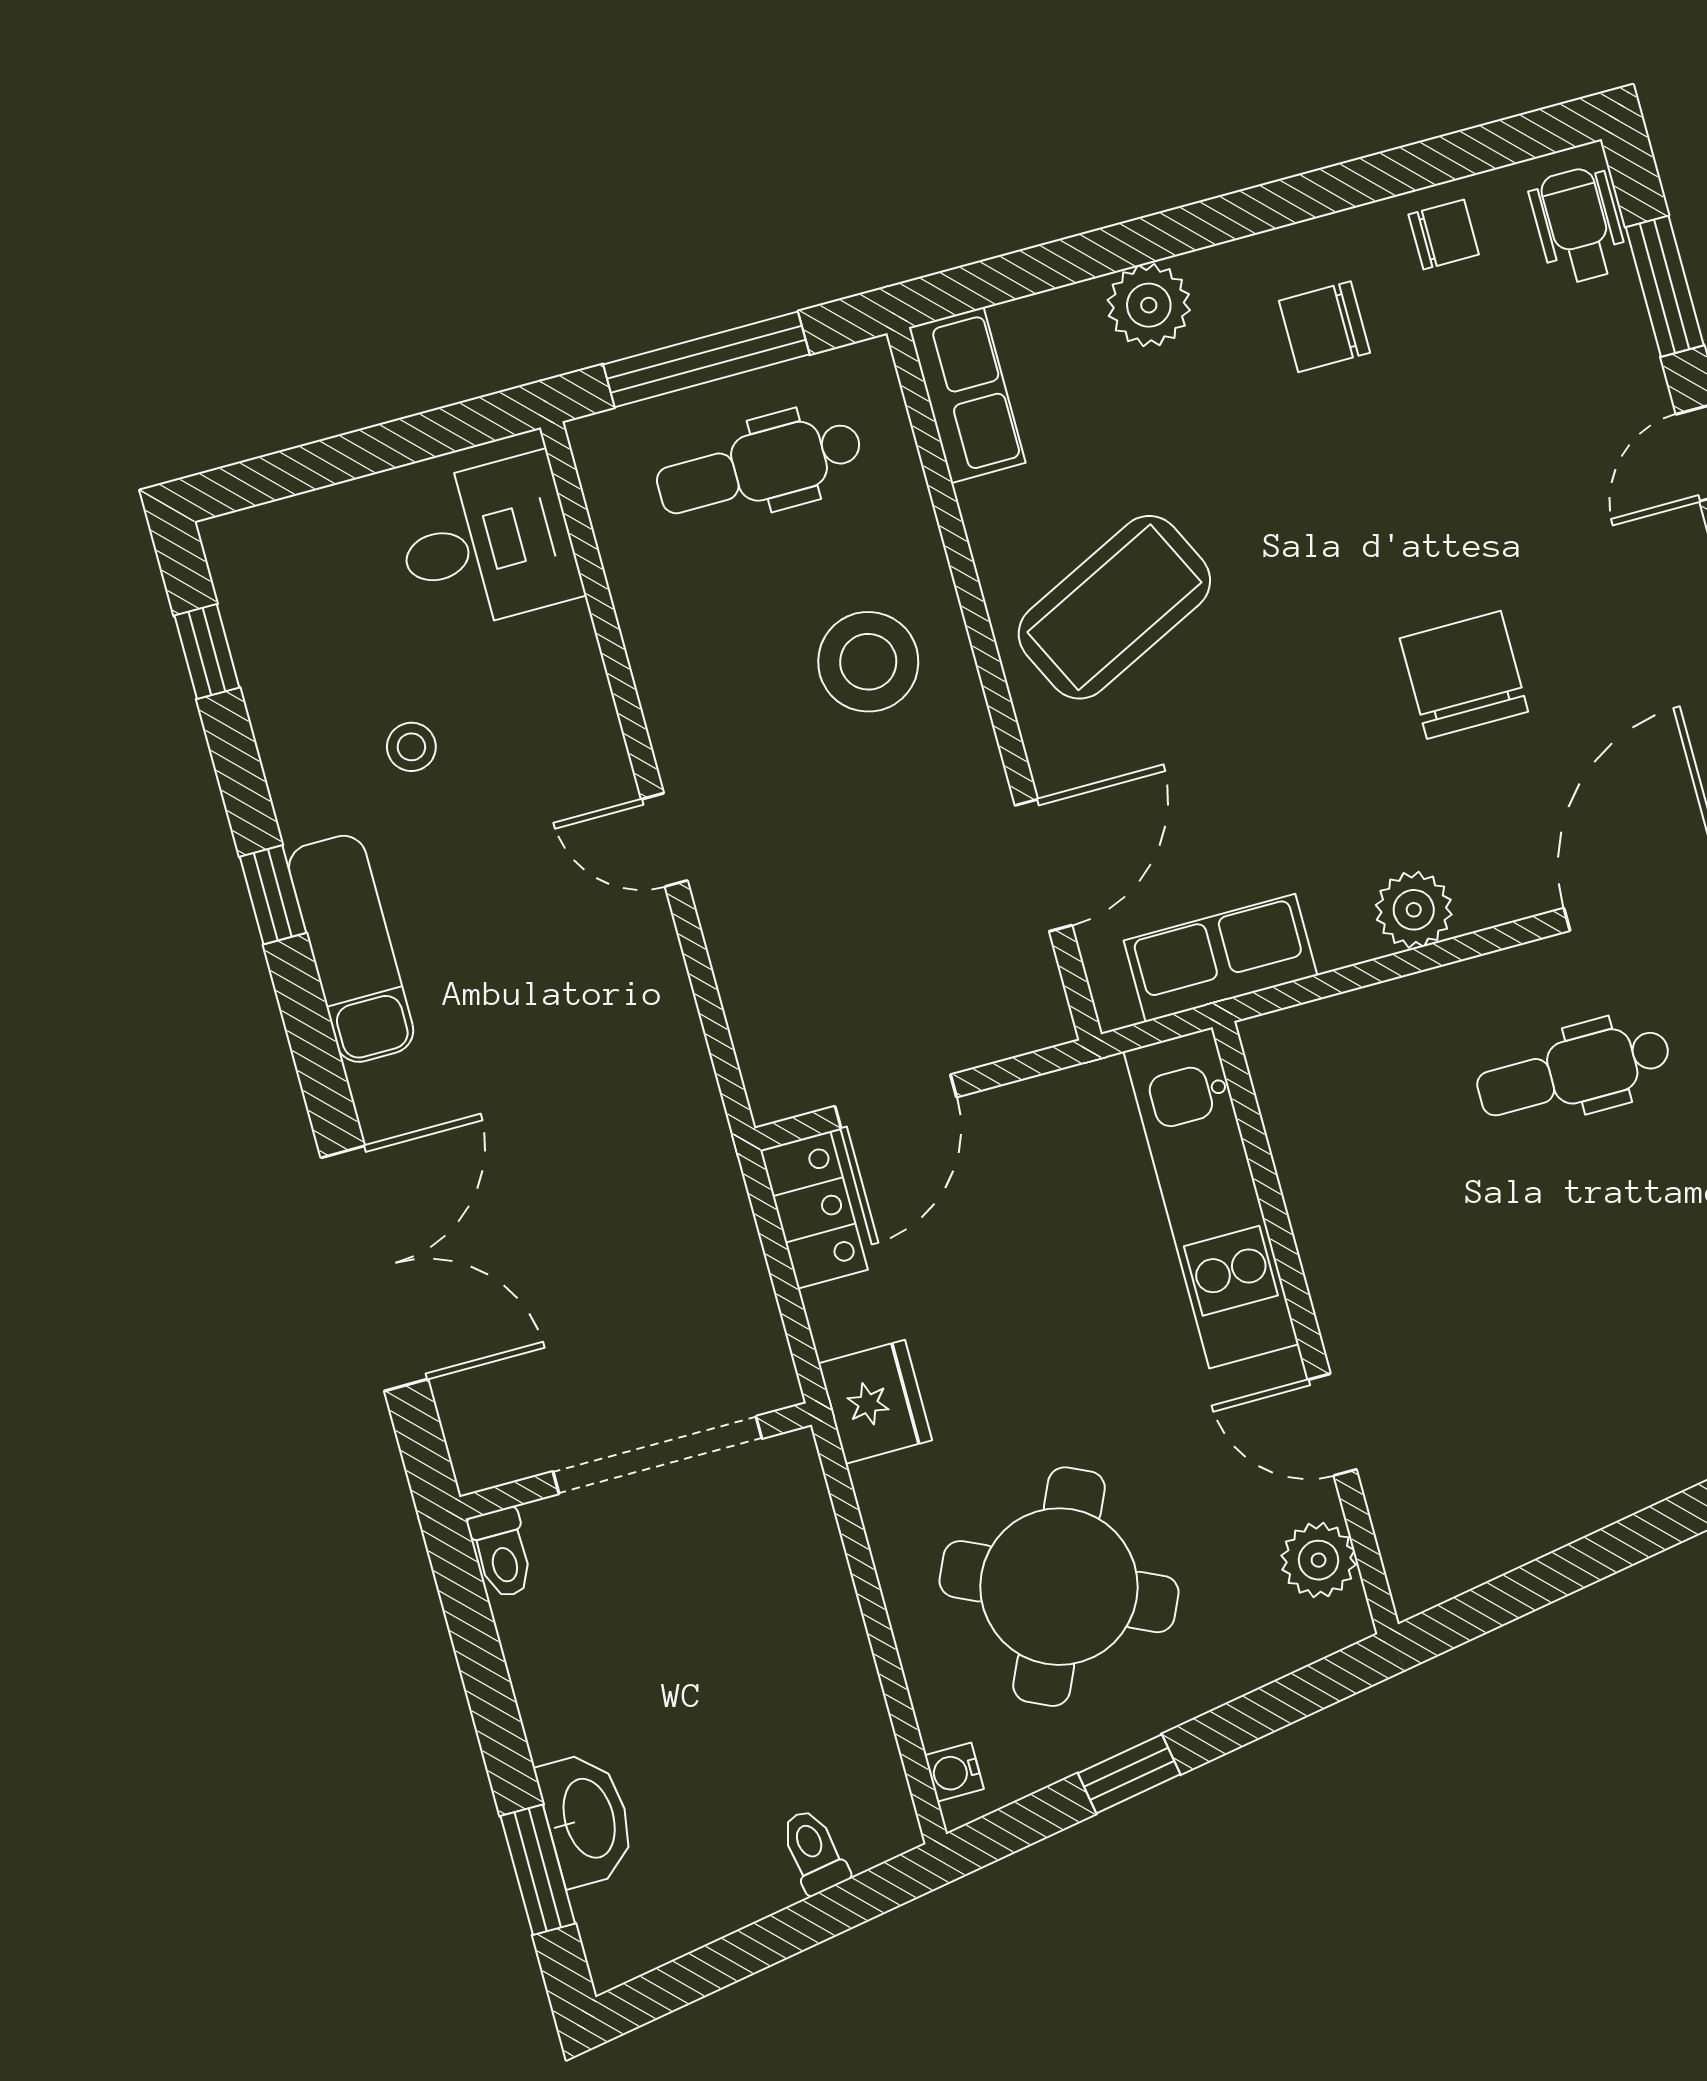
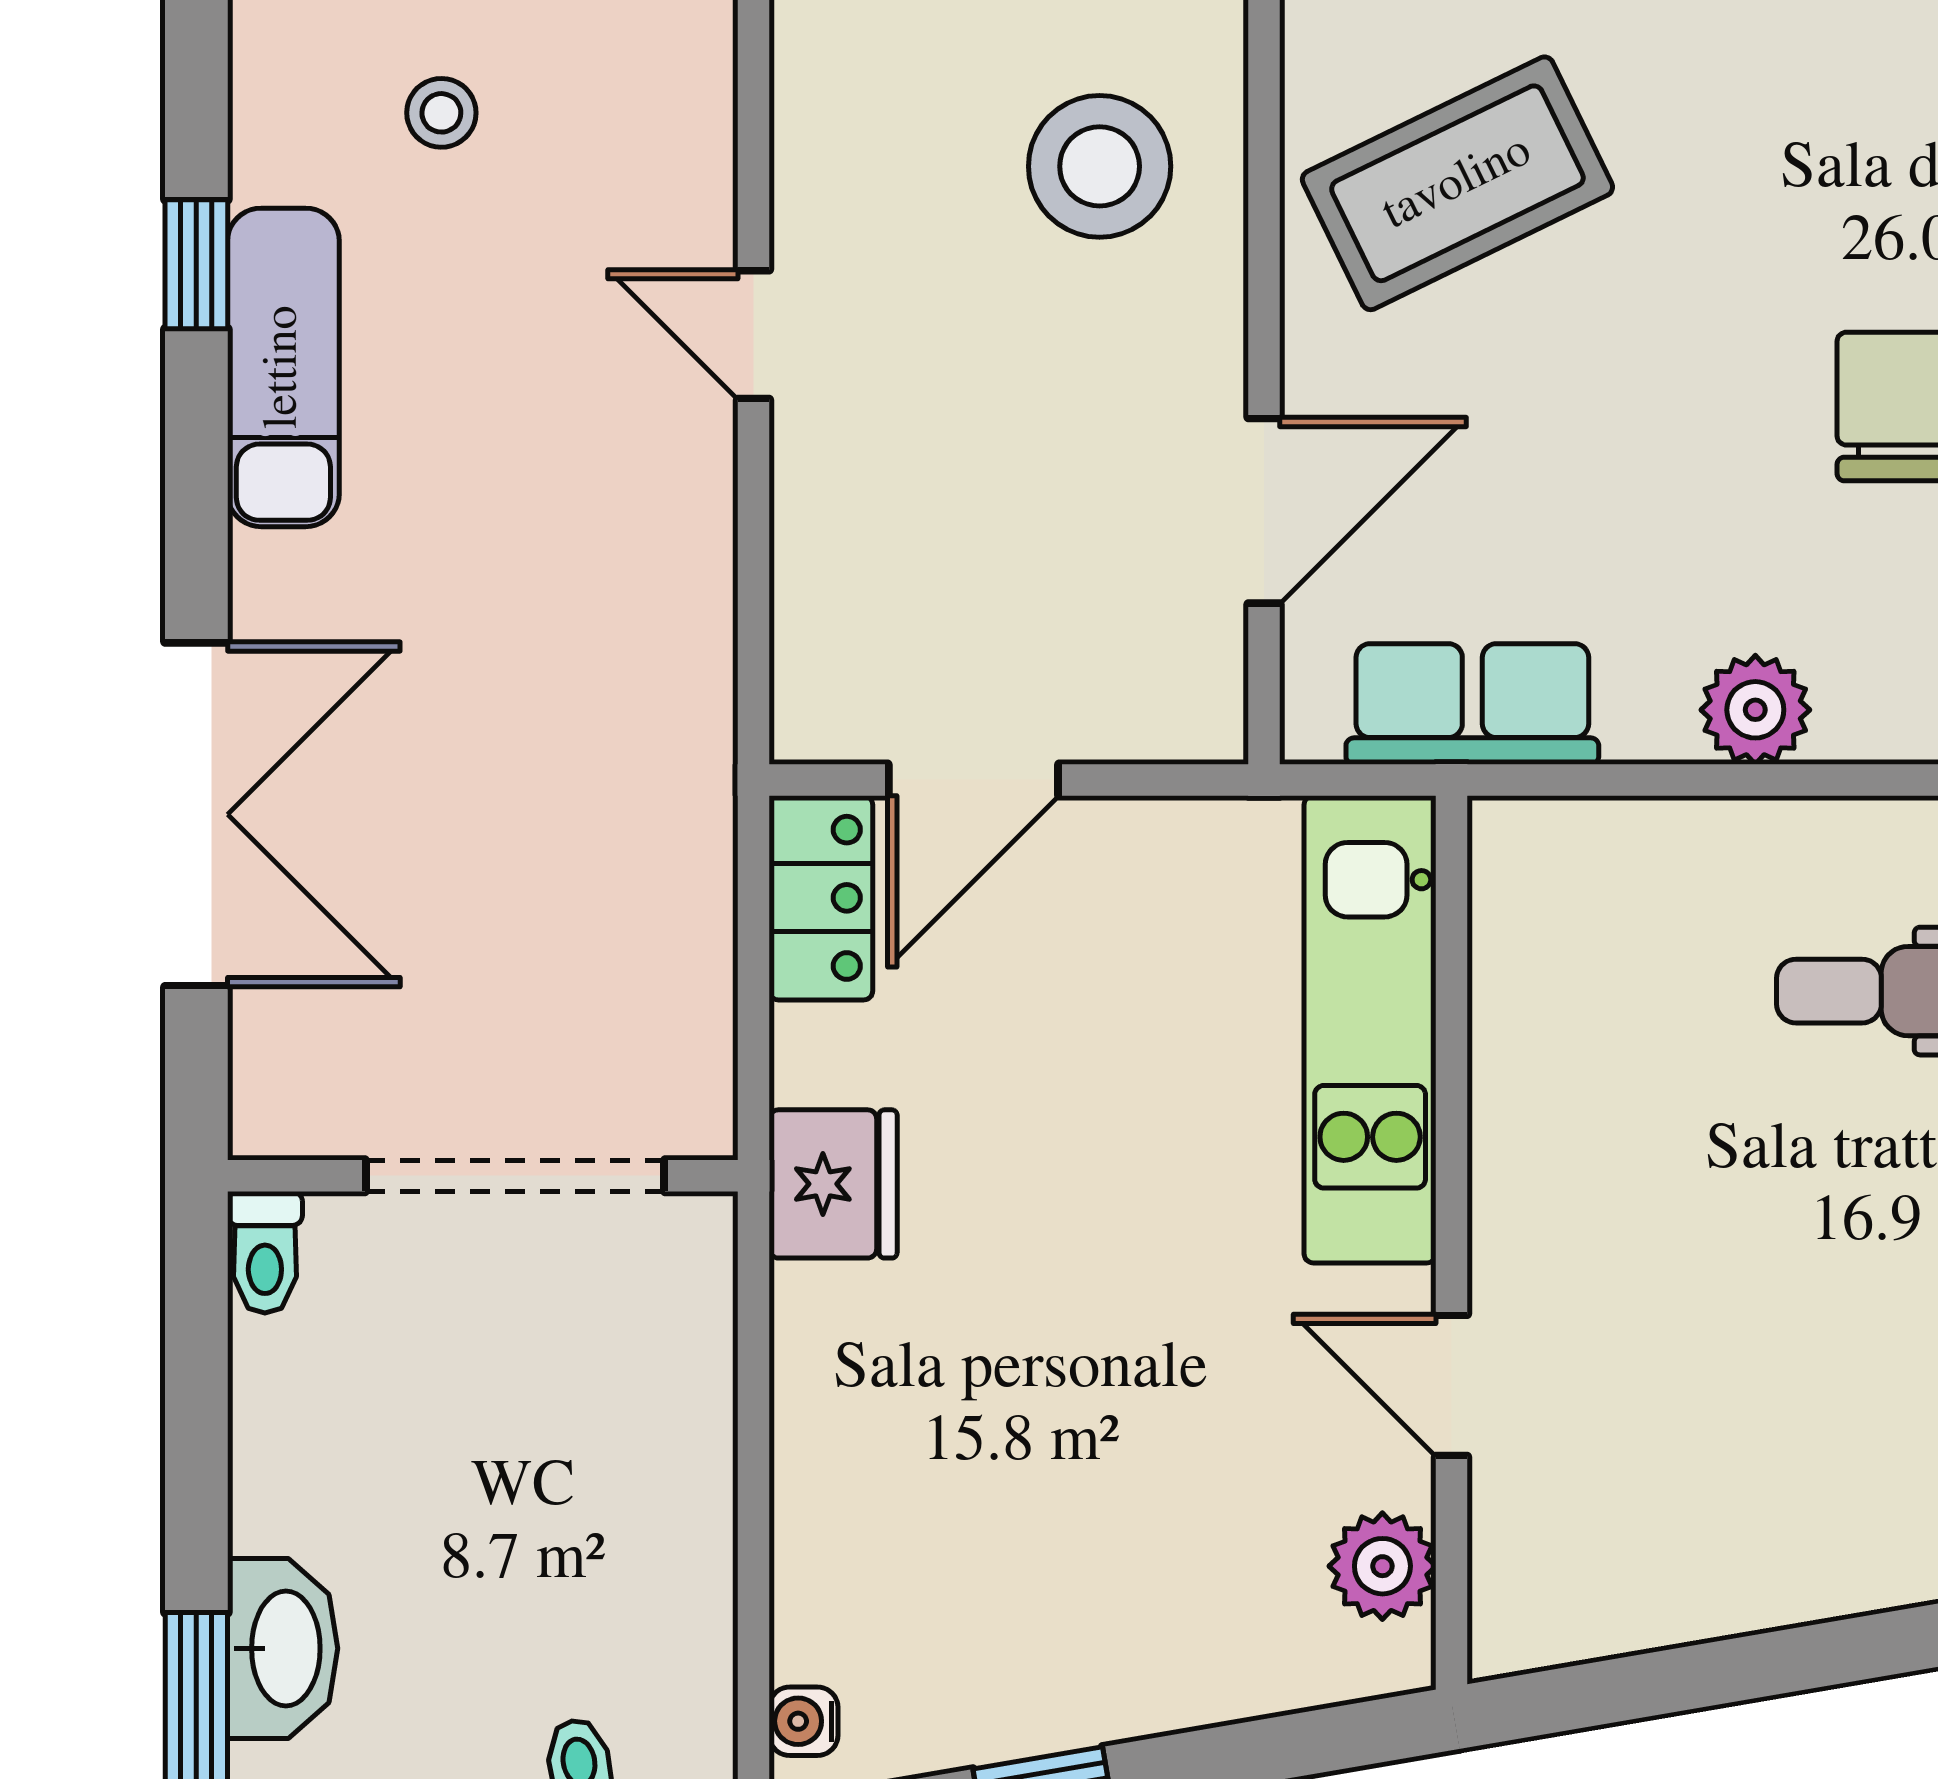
round table: (1059, 1587) -> (1017, 1506), removed

